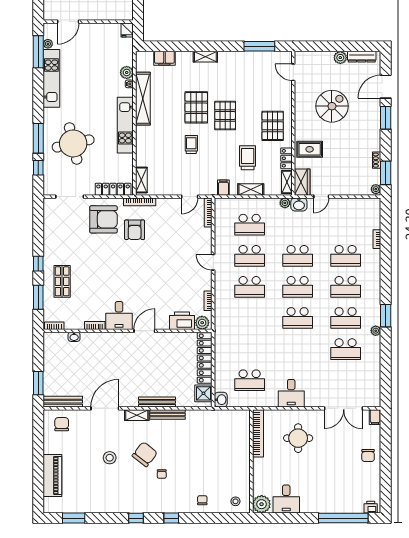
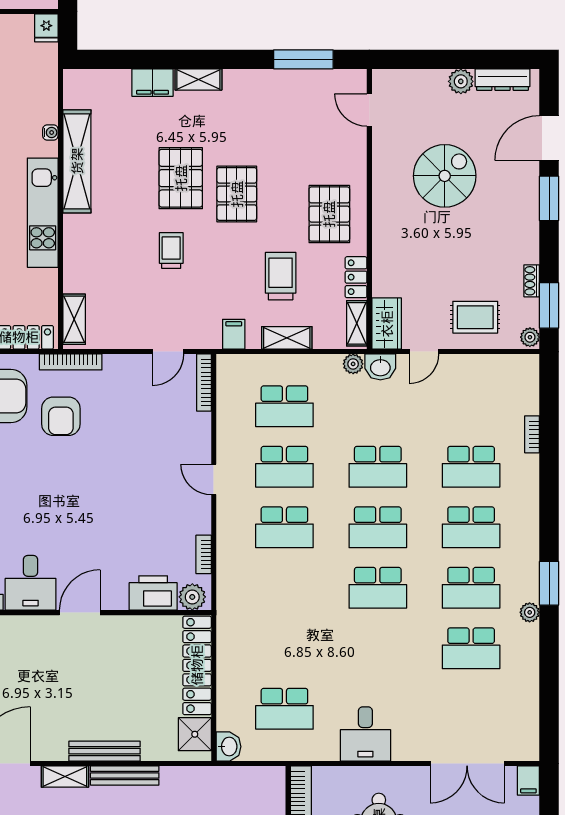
filing cabinet: (164, 58) -> (153, 83), moved
plant: (127, 72) -> (45, 110), removed
rug: (310, 149) -> (475, 317), moved

